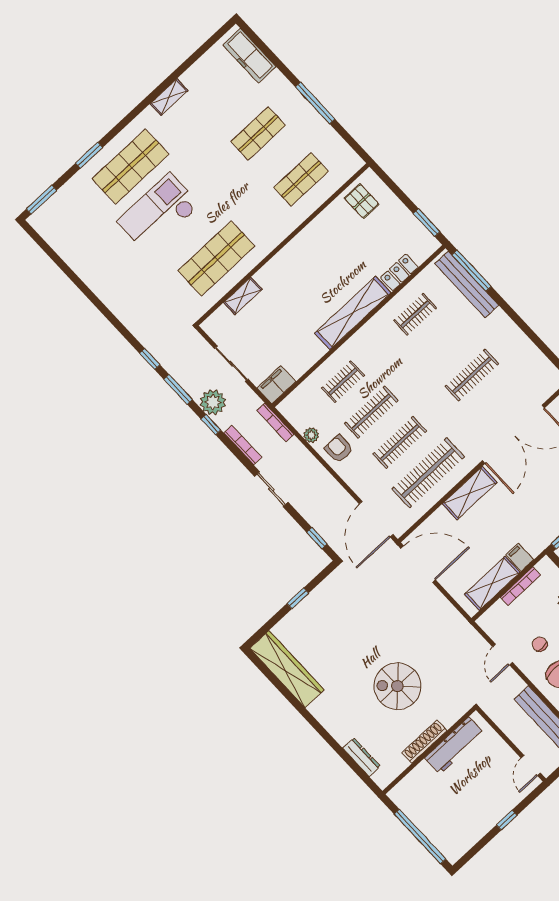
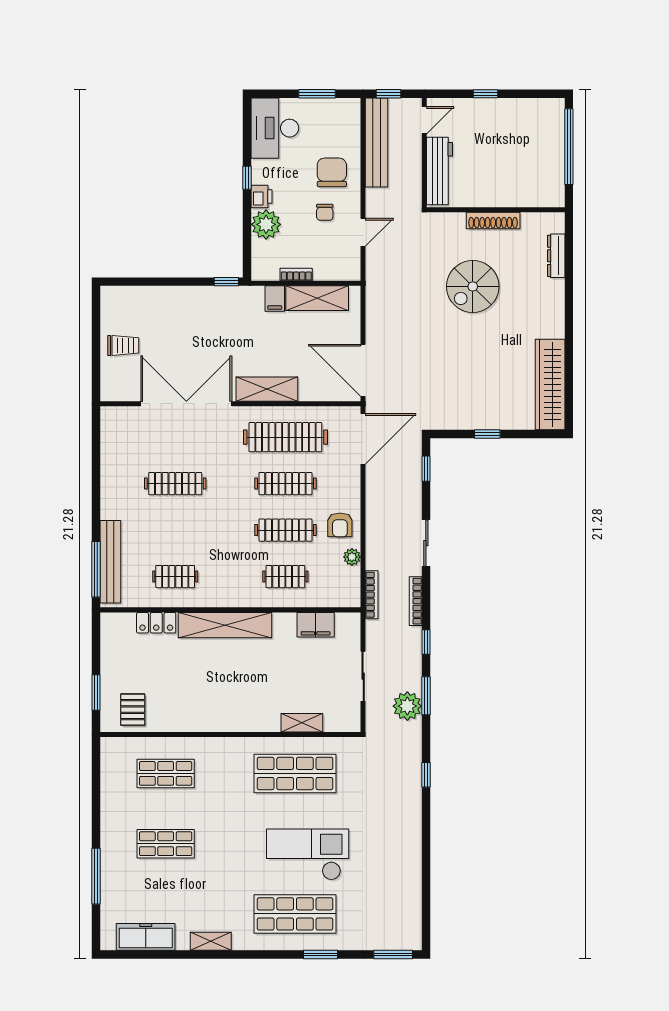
freezer: (249, 56) -> (146, 937), moved, turned -90
window: (315, 103) -> (96, 876), moved
checkout: (159, 213) -> (308, 854), turned 180
window: (427, 223) -> (96, 693), moved
window: (150, 359) -> (426, 775), moved
filing cabinet: (276, 385) -> (316, 625), moved
plant: (213, 402) -> (407, 706), moved
bookcase: (520, 586) -> (296, 274), width x0.64
spiral stairs: (397, 686) -> (473, 286), turned 90
workbench: (454, 746) -> (440, 171), moved, turned 90

